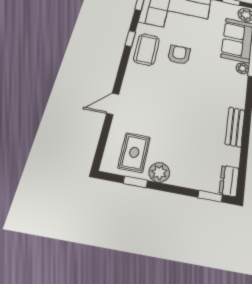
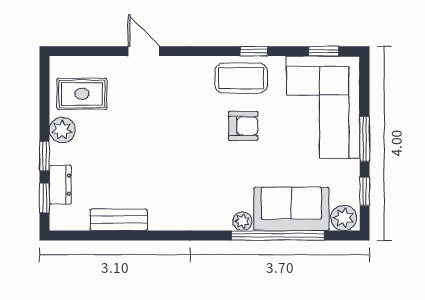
bench: (235, 127) -> (119, 220), moved
dresser: (229, 181) -> (60, 185), moved, turned 90
window: (135, 182) -> (44, 156), moved

